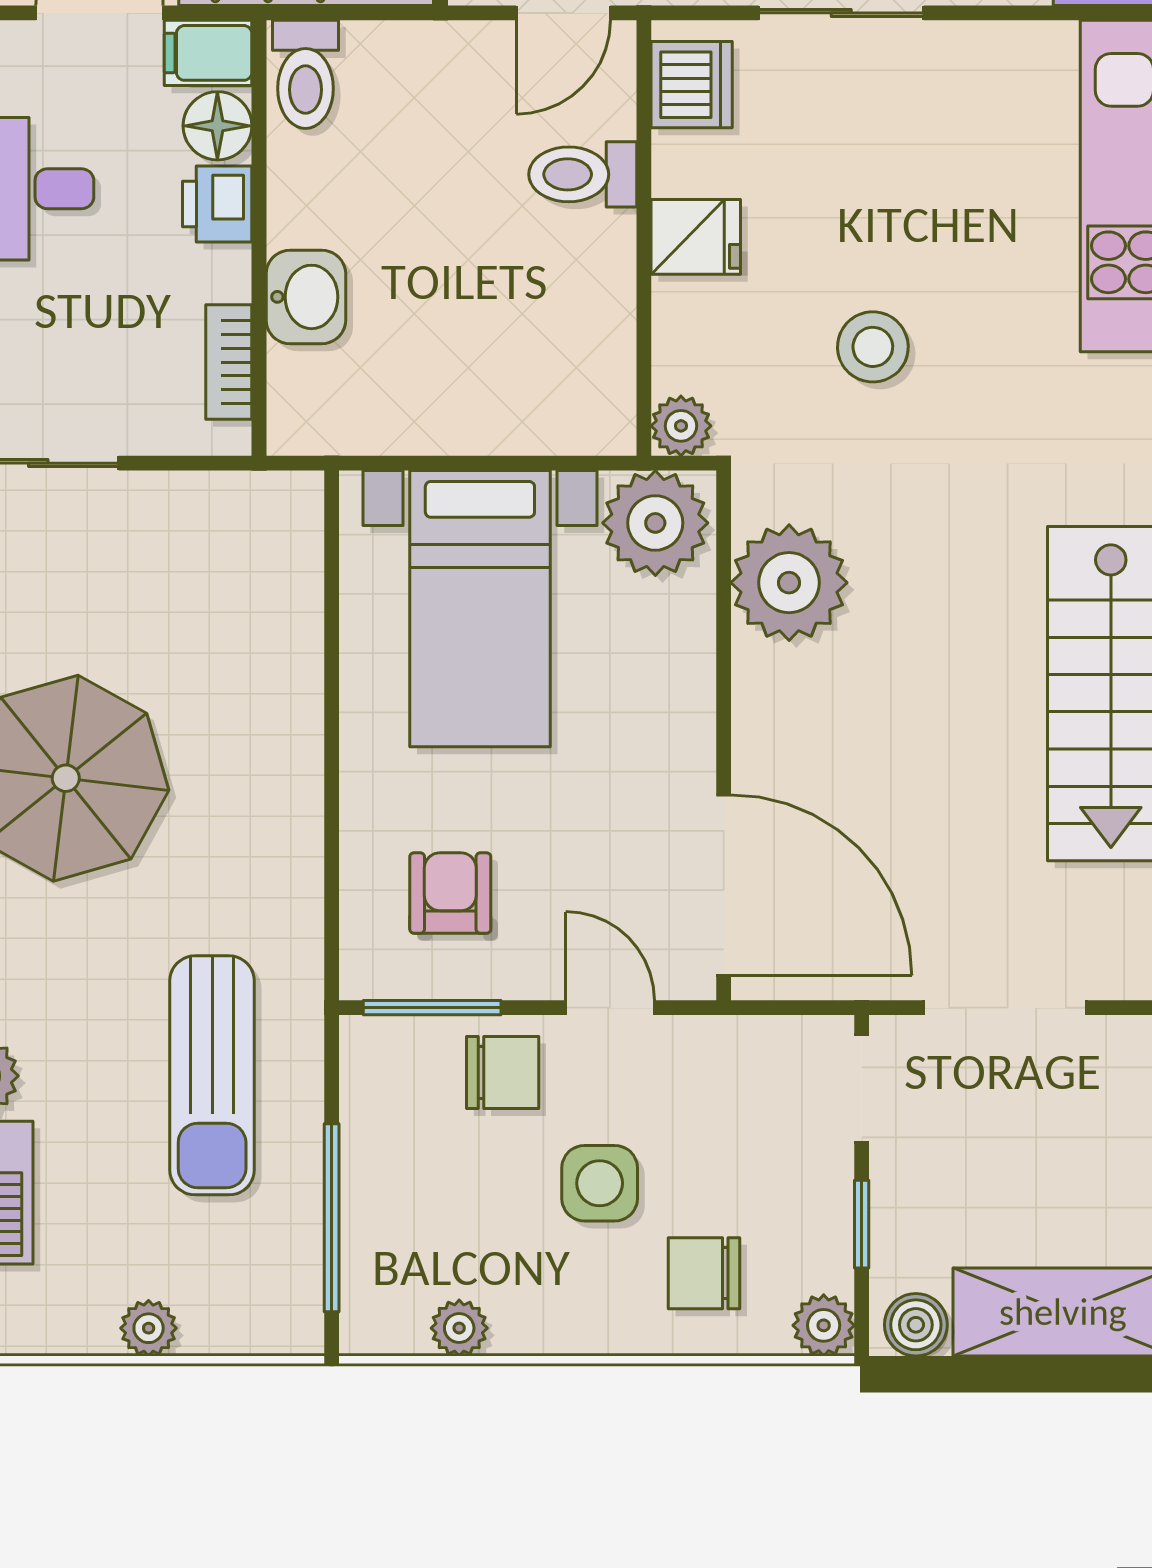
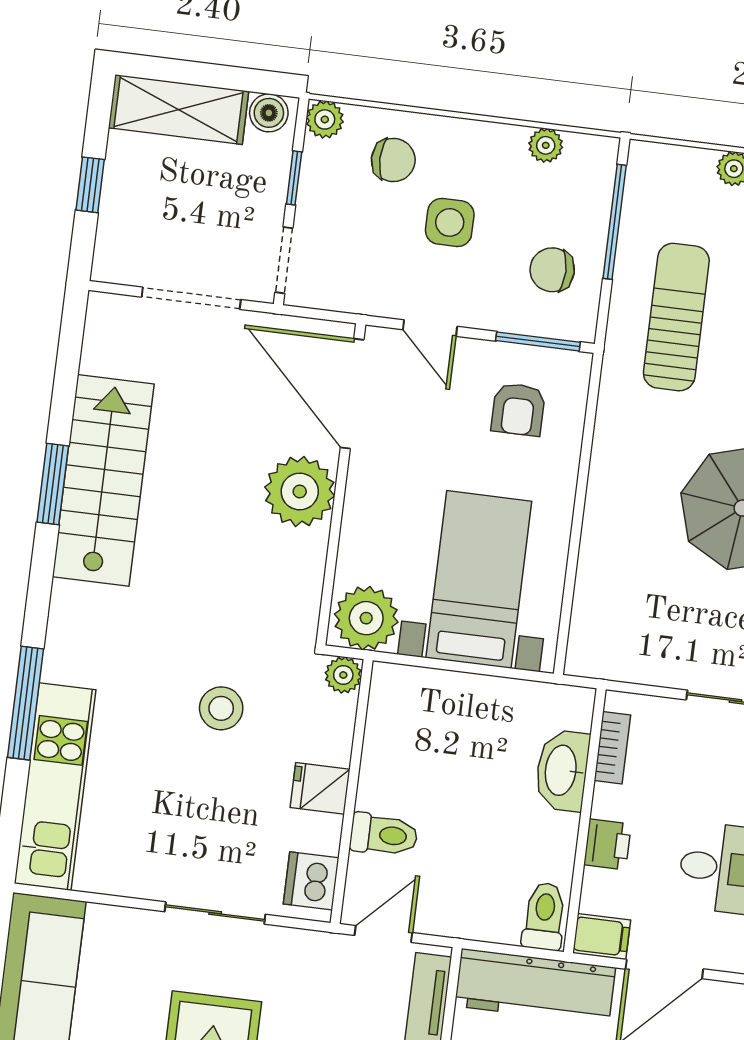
floor lamp: (217, 126) -> (601, 892), removed
washbasin: (306, 297) -> (562, 770), width x1.38
plant: (789, 583) -> (300, 491), moved
chair: (503, 1073) -> (552, 270), moved

